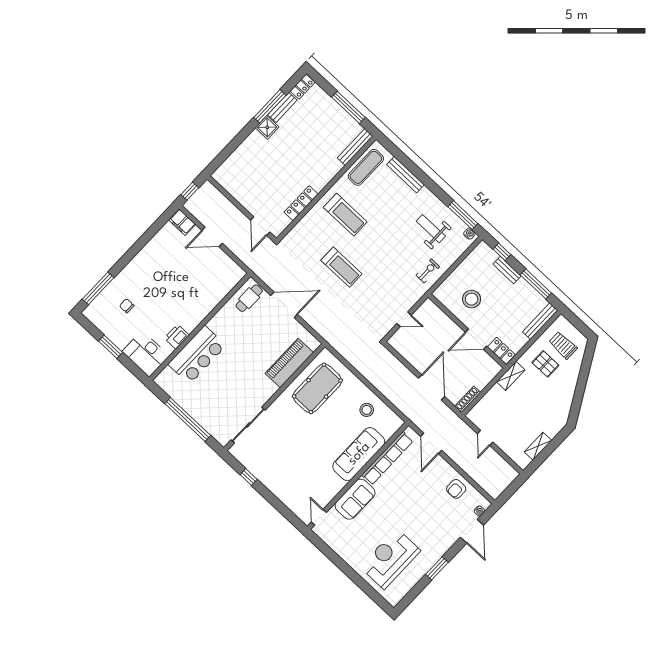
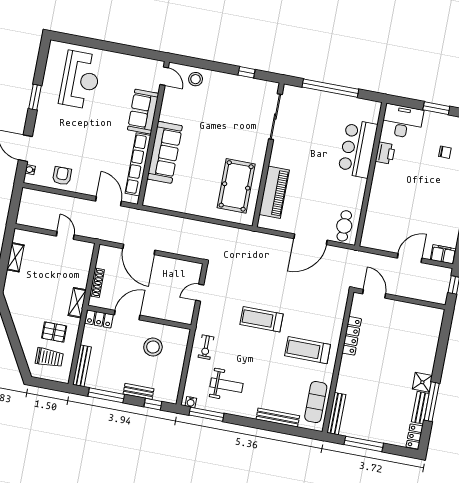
treadmill: (341, 267) -> (262, 319), moved
shoe rack: (468, 399) -> (97, 283), moved
stool: (367, 410) -> (196, 79), moved

